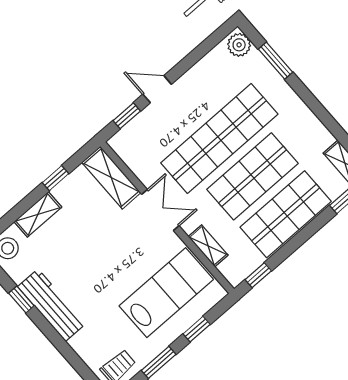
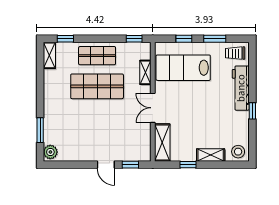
shop shelf: (219, 139) -> (97, 117), removed
shop shelf: (286, 214) -> (97, 56), width x0.70, depth x0.74
window: (21, 299) -> (252, 111), moved
workbench: (52, 305) -> (241, 88), moved

